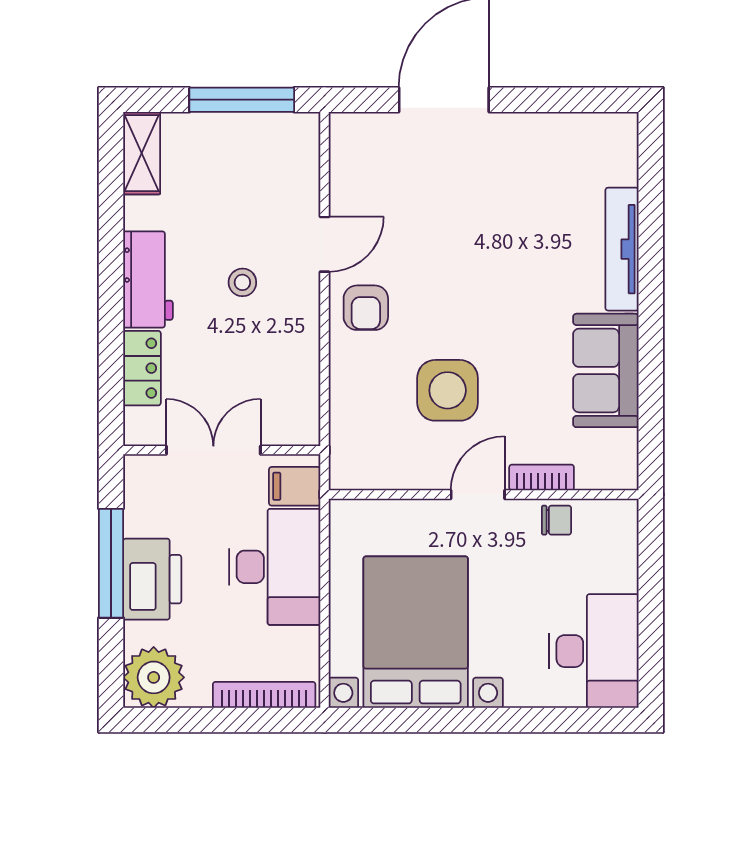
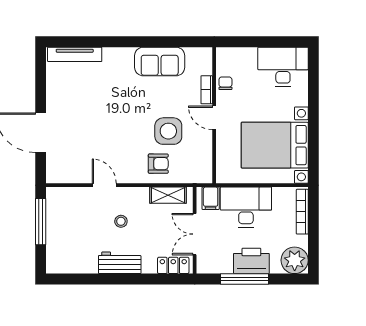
shelving: (142, 153) -> (168, 195), moved
tv unit: (622, 249) -> (75, 54), moved
armchair: (366, 308) -> (158, 164), moved
locker: (142, 368) -> (173, 265), moved

